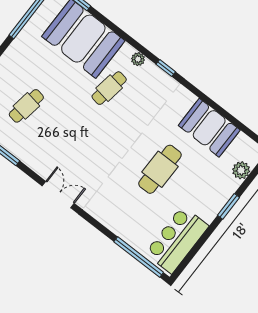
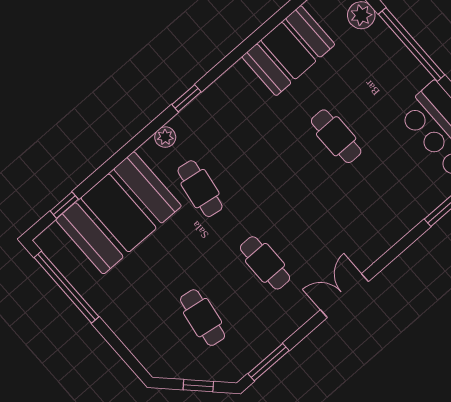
cafe table: (69, 139) -> (265, 263), added
cafe table: (160, 169) -> (336, 136), width x0.73, depth x0.74
window: (229, 206) -> (412, 45), width x2.11

